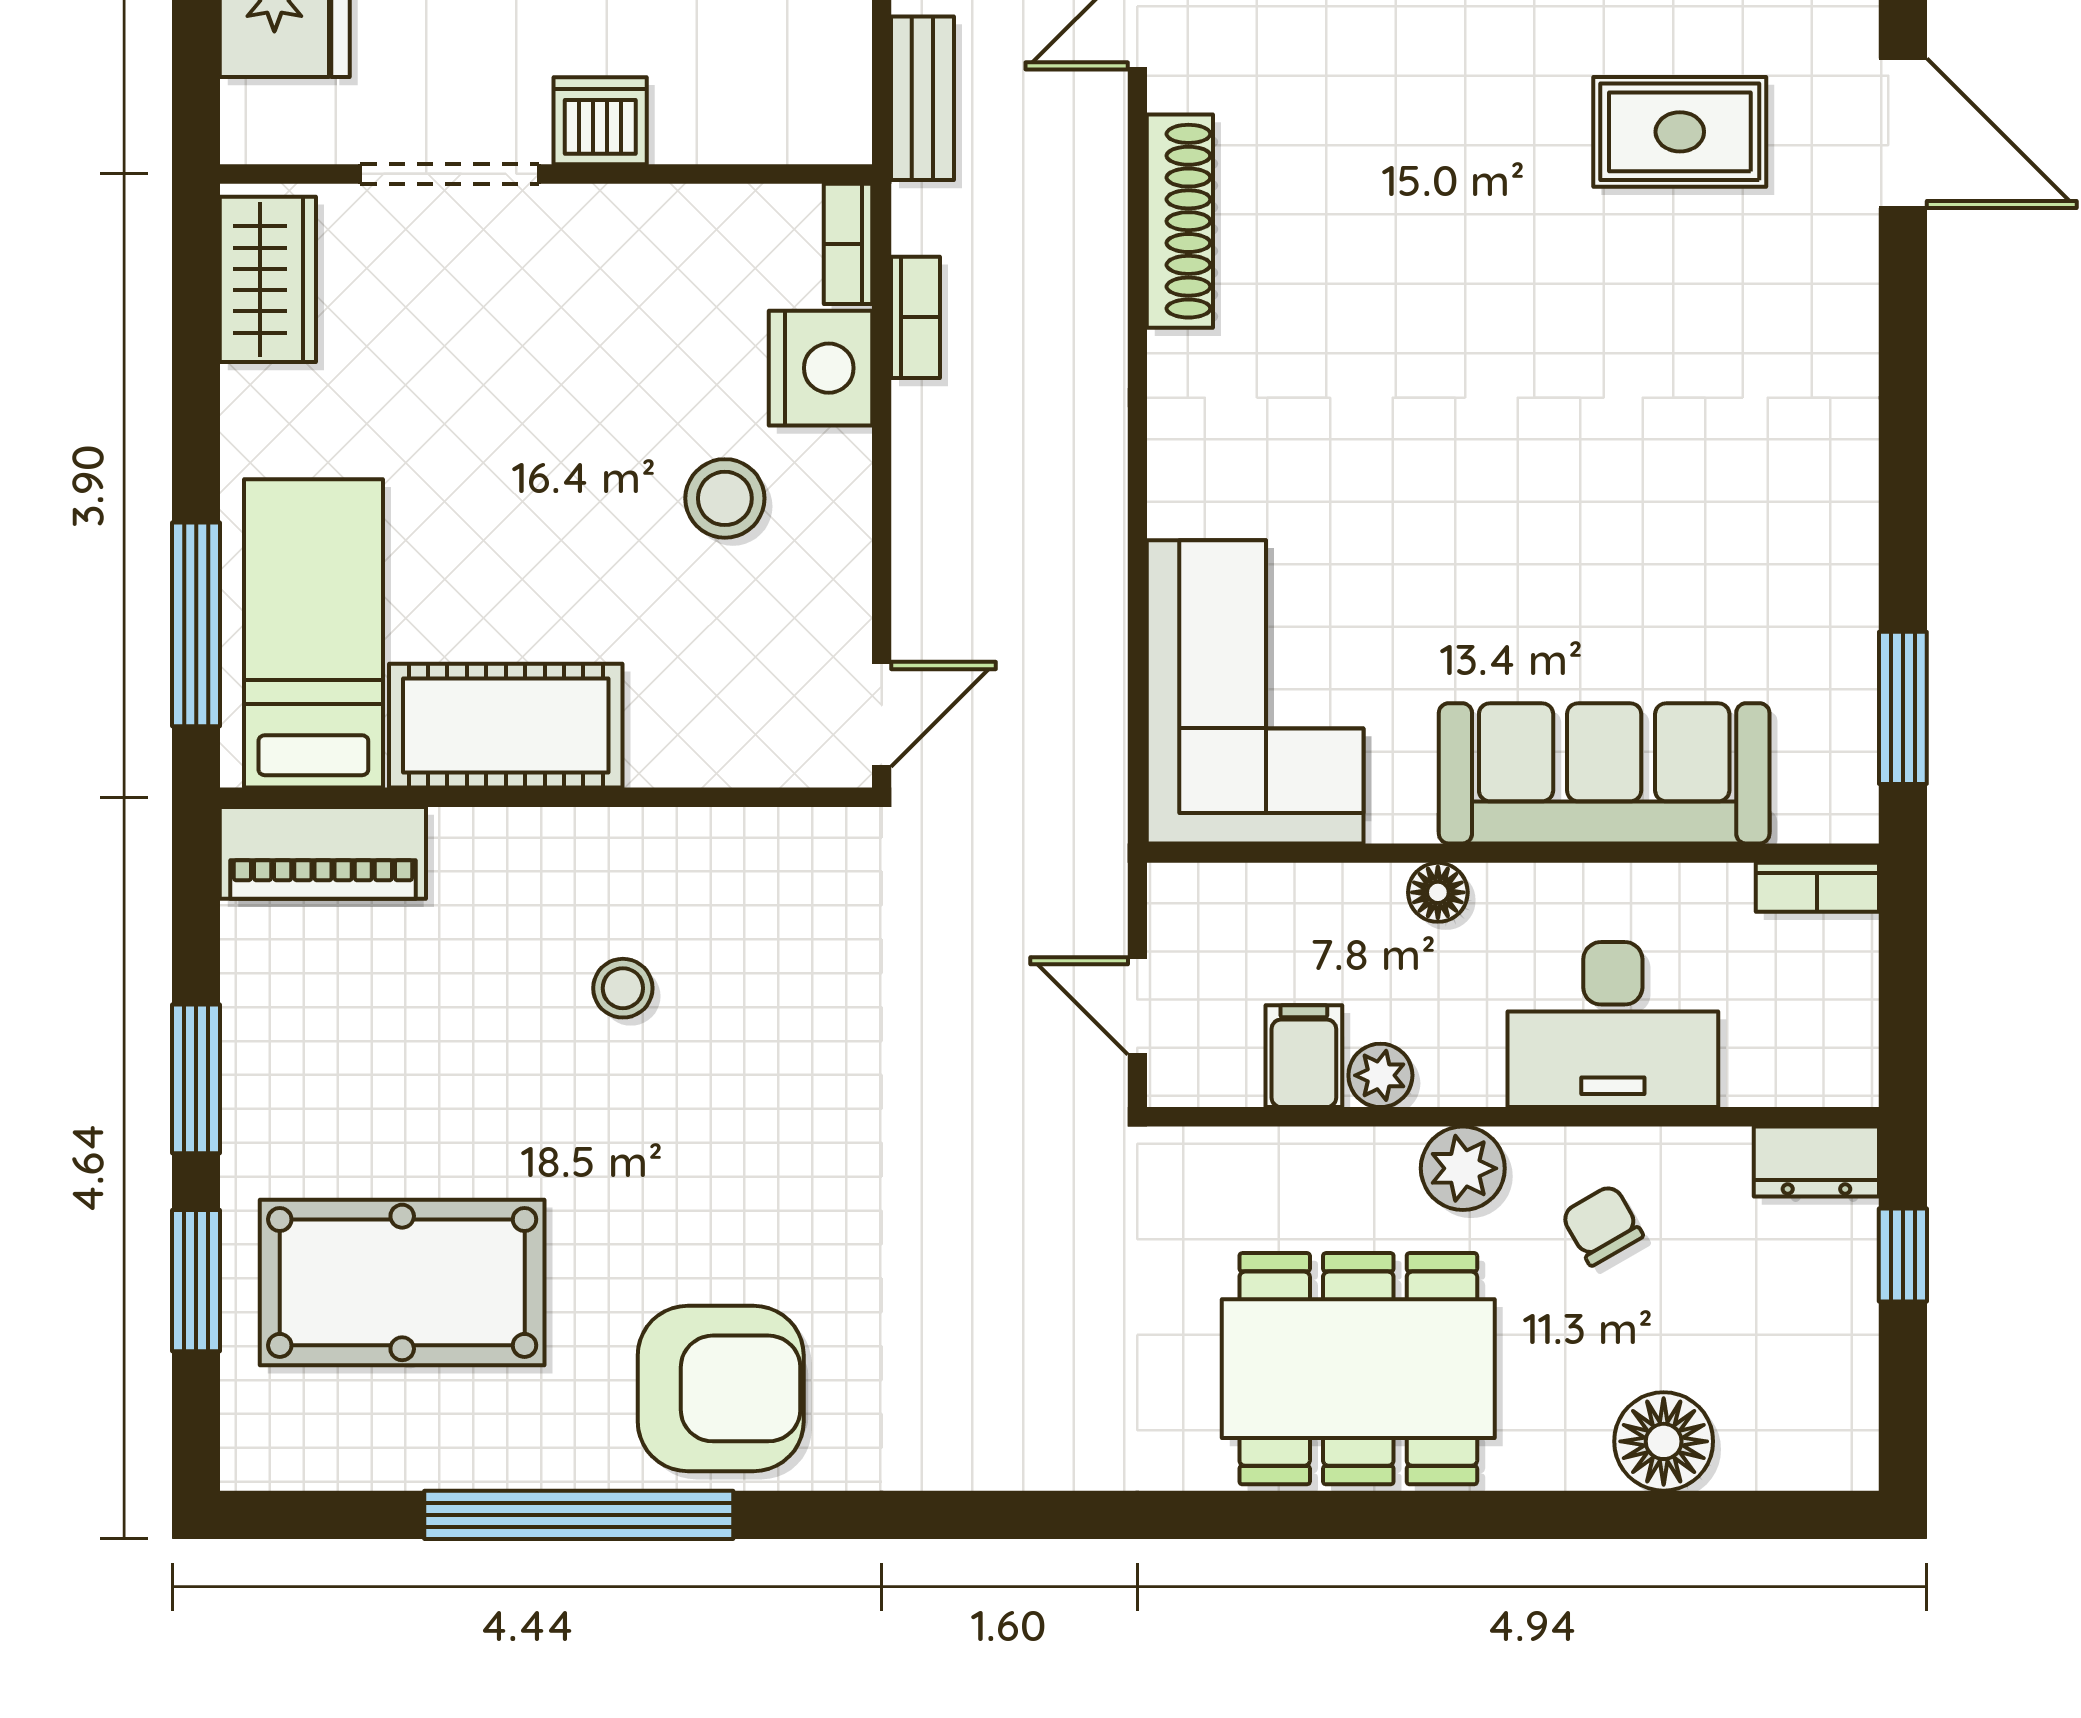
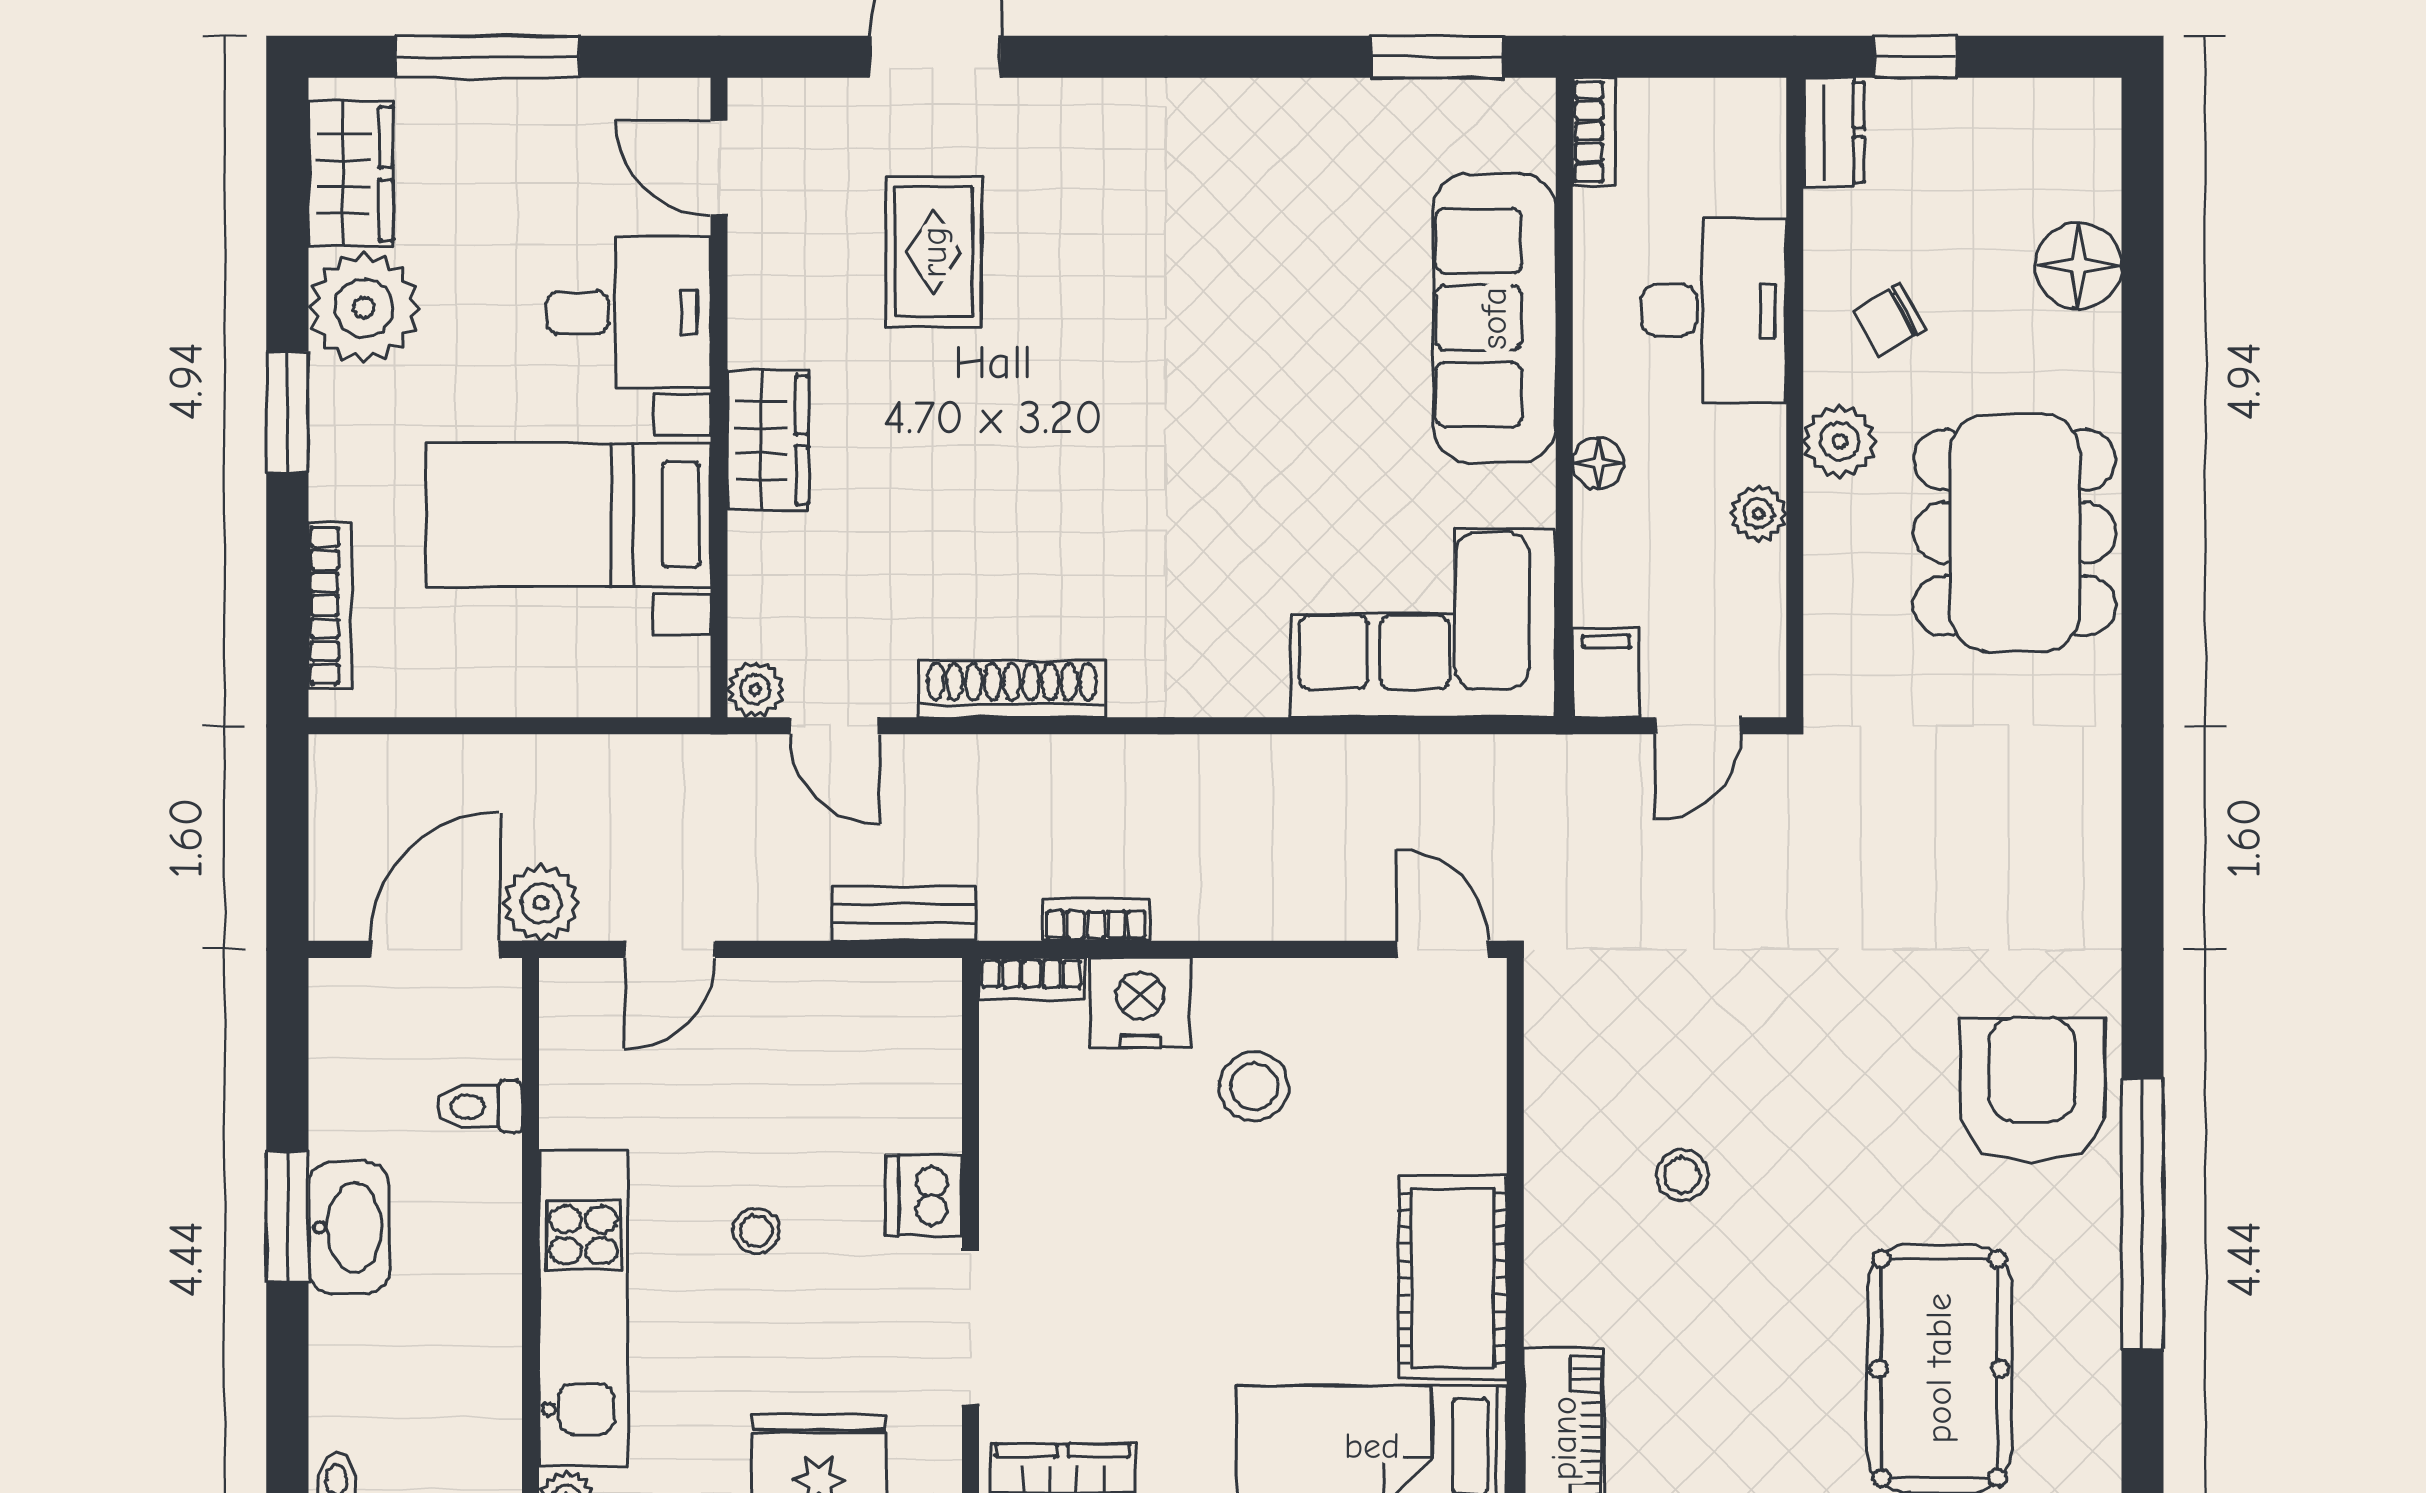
filing cabinet: (1304, 1056) -> (1606, 673), moved, turned 90

